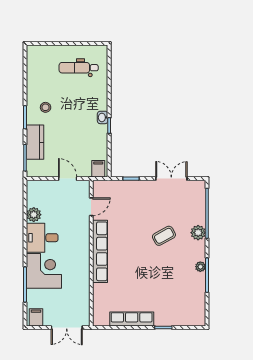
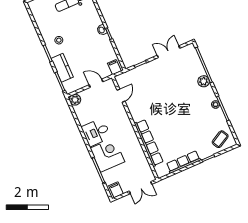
plant: (34, 215) -> (75, 100), moved
coffee table: (164, 236) -> (220, 139), moved
row of seats: (100, 251) -> (149, 143), moved

